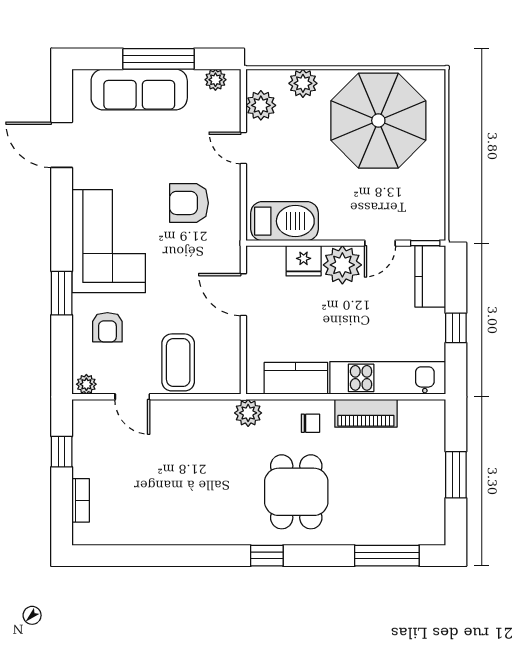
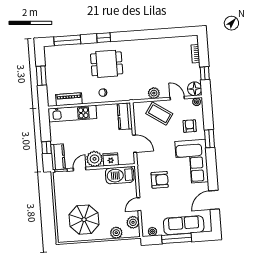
parasol: (378, 121) -> (84, 220), width x0.73, depth x0.73
door: (62, 145) -> (214, 200), swing flipped
door: (243, 148) -> (139, 204), swing flipped
window: (456, 328) -> (47, 148), moved
coffee table: (178, 362) -> (159, 114), turned -56
kitchen counter: (296, 378) -> (125, 116), moved, turned 90
plant: (248, 413) -> (154, 93), moved
piano: (366, 413) -> (69, 99), moved
floor lamp: (89, 416) -> (195, 89), added
dining table: (296, 492) -> (107, 64), turned 90
window: (267, 556) -> (104, 38), moved

